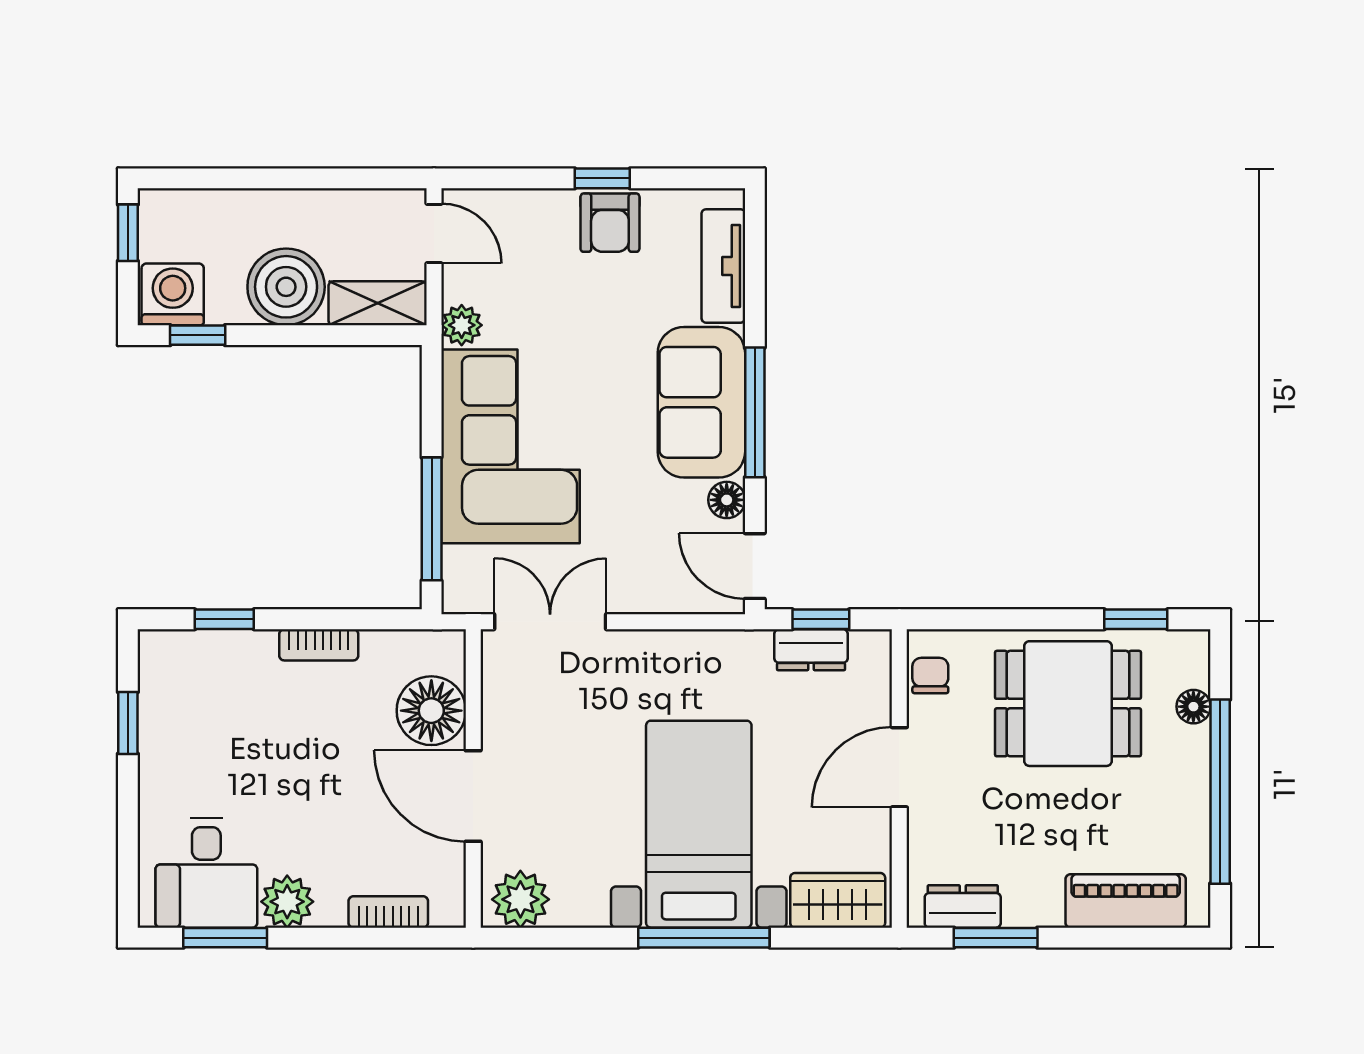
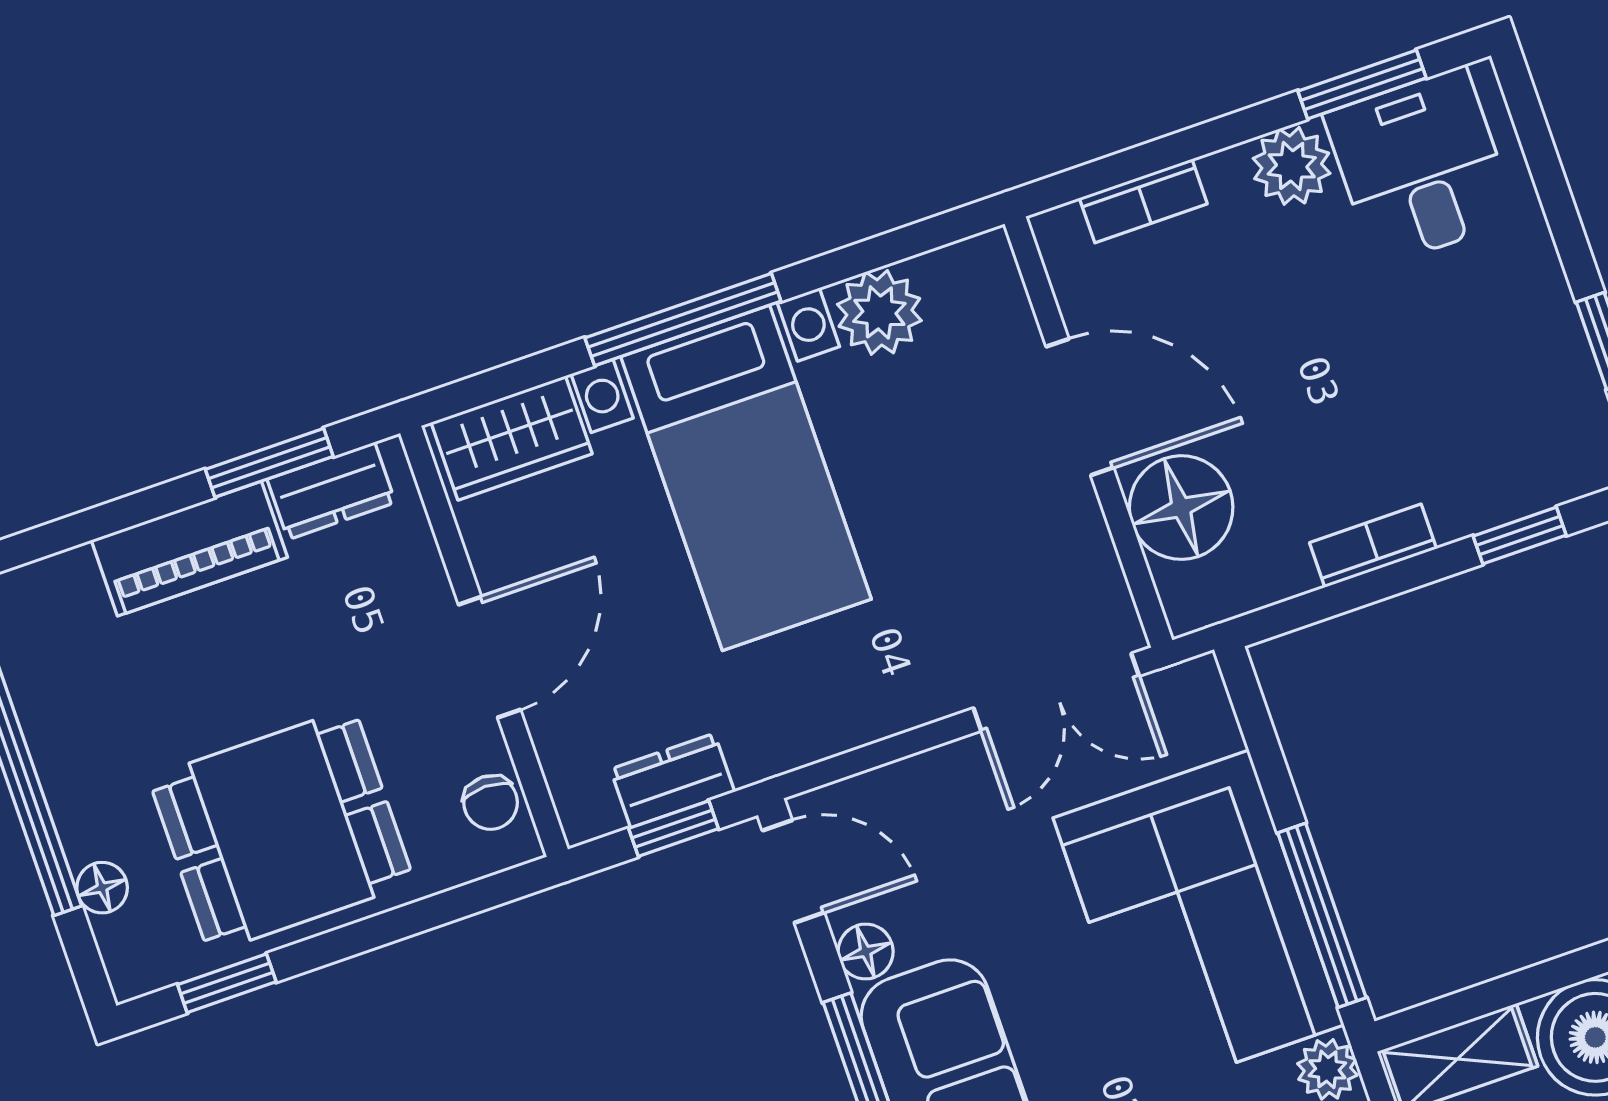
window: (432, 519) -> (1322, 915), moved
plant: (520, 899) -> (879, 312), moved
piano: (1126, 901) -> (189, 549), moved

